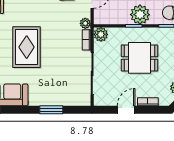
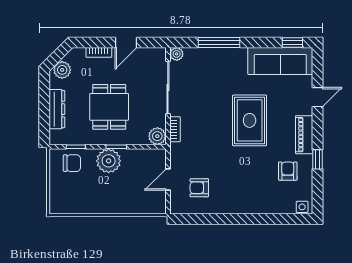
plant: (85, 23) -> (177, 54), moved
dining table: (139, 58) -> (109, 107), turned 90
window: (51, 110) -> (219, 42), width x1.44

